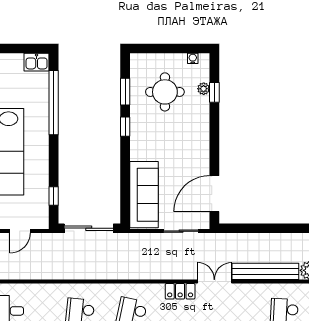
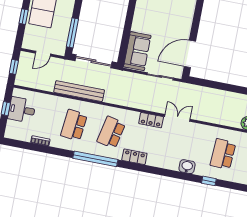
sofa: (144, 195) -> (137, 51), width x0.73
window: (54, 196) -> (72, 33), width x2.17
bench: (265, 271) -> (79, 91), moved

